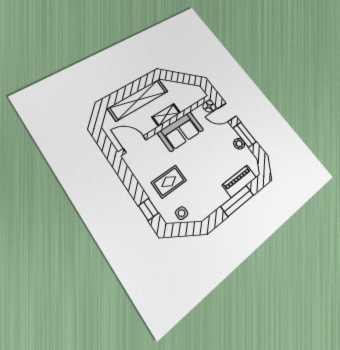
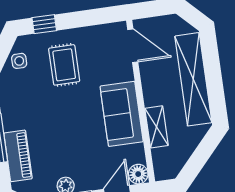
shelving: (166, 115) -> (157, 127), moved
door: (135, 144) -> (133, 46), hinge flipped

